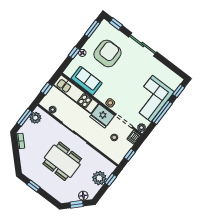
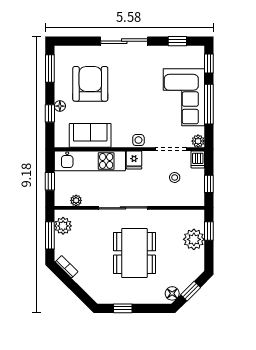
window: (116, 24) -> (177, 41), moved
fridge: (102, 116) -> (134, 160), width x0.53, depth x0.75
dining table: (62, 161) -> (134, 253), turned 90
floor lamp: (83, 196) -> (172, 293), moved

